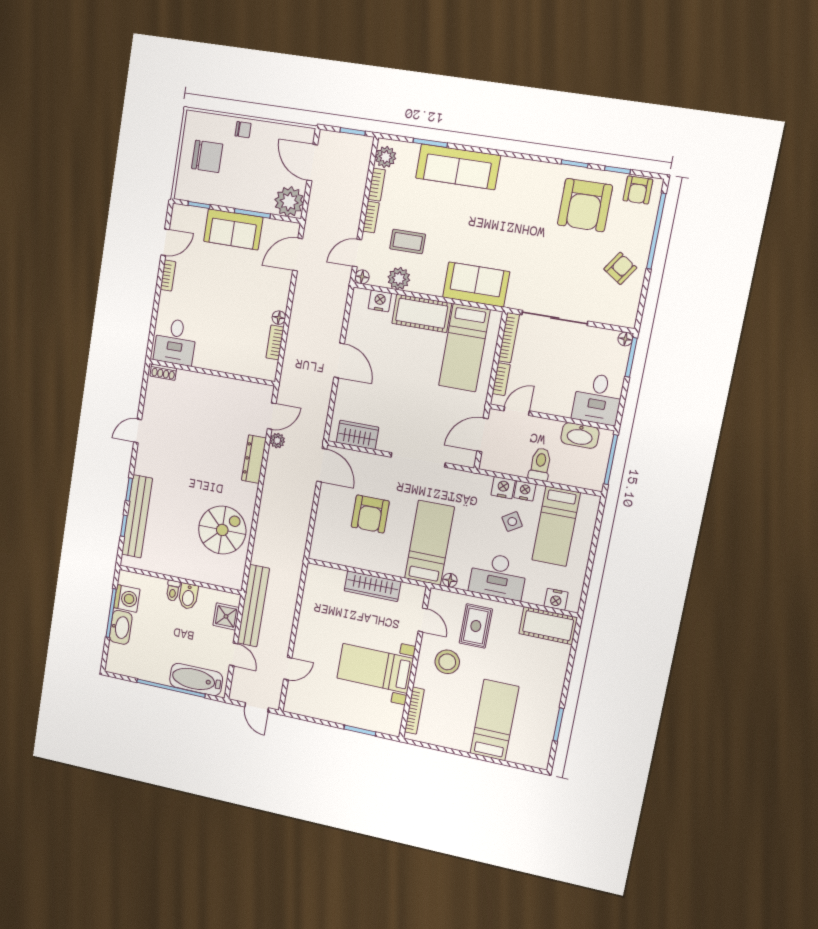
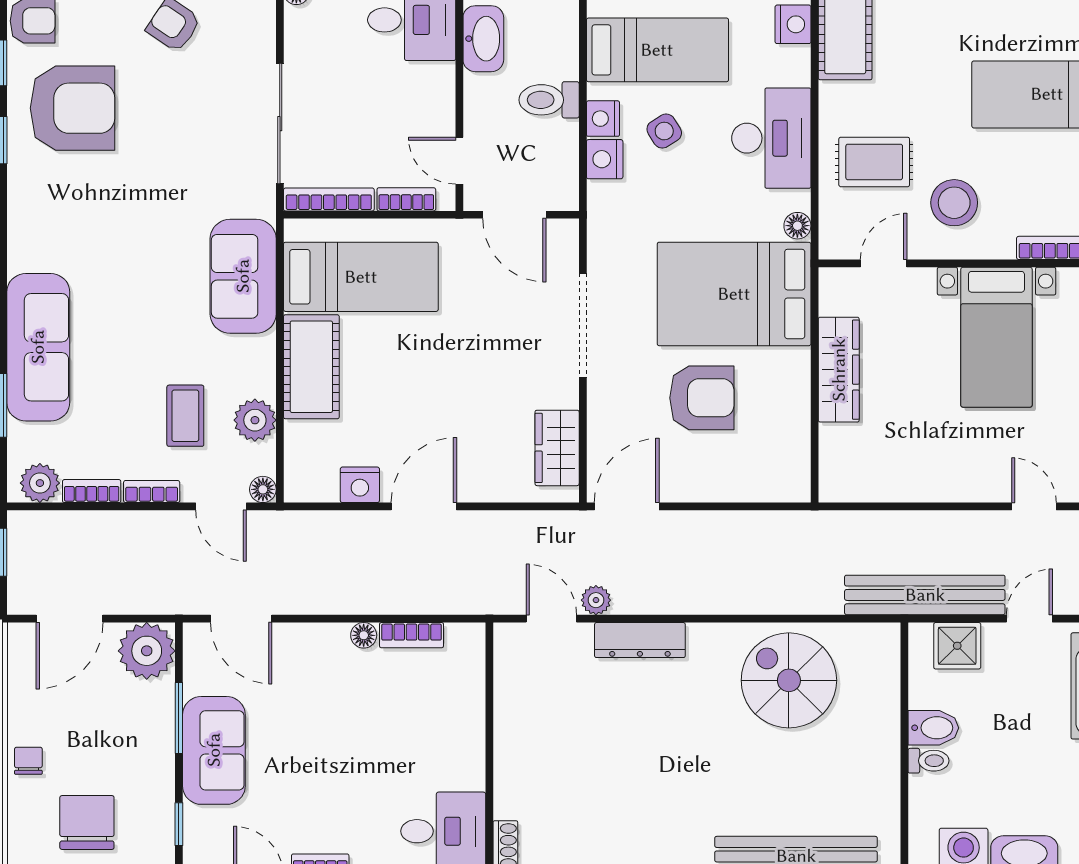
nightstand: (380, 301) -> (360, 485), moved, turned -90
bed: (429, 543) -> (734, 294), width x1.50

